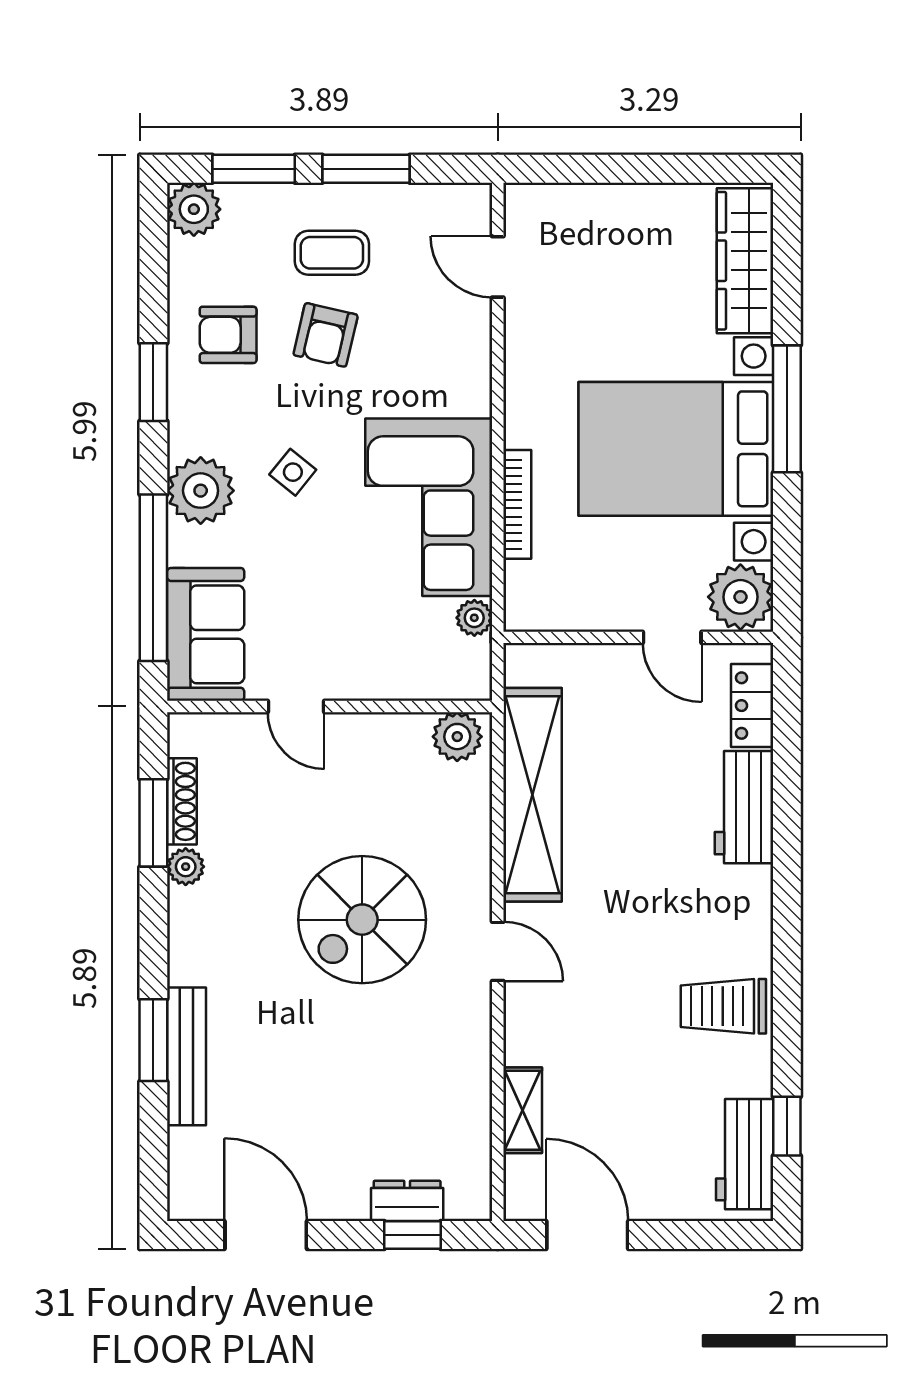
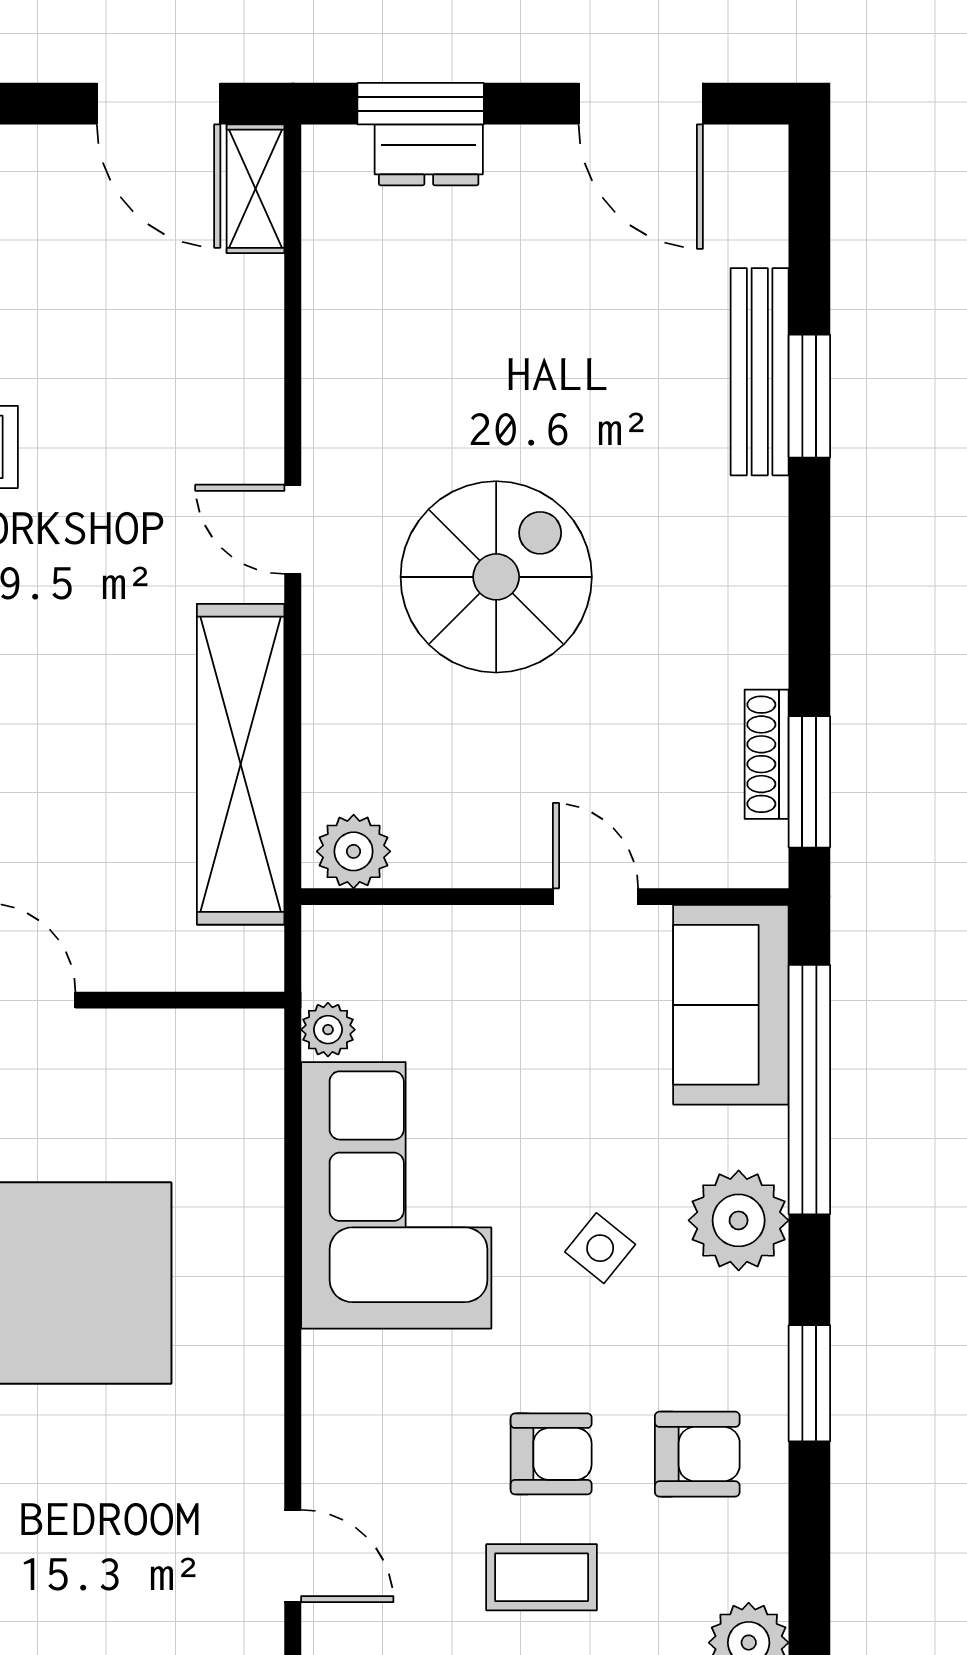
armchair: (326, 335) -> (551, 1454), turned 77
bookcase: (517, 504) -> (264, 1200), removed
window: (153, 823) -> (809, 782), moved
plant: (186, 867) -> (761, 656), removed
shelving: (523, 1110) -> (255, 189), moved
window: (413, 1235) -> (421, 104), width x1.50

